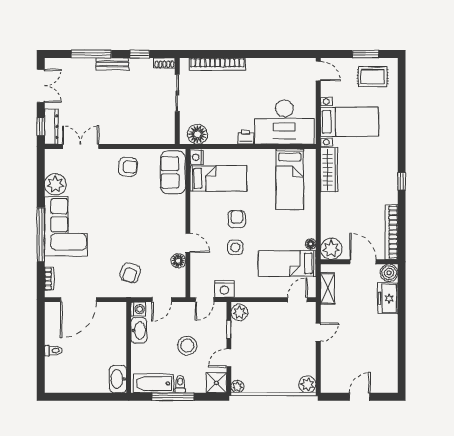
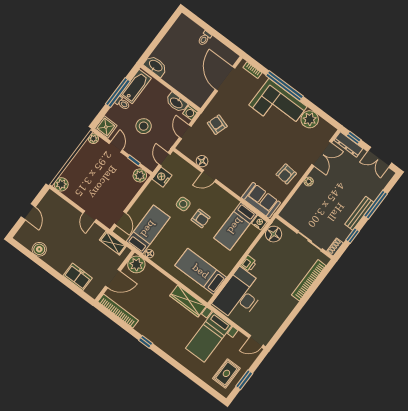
bench: (112, 64) -> (359, 213), width x1.36
plant: (118, 139) -> (309, 181), added
boiler: (389, 273) -> (39, 249), moved

